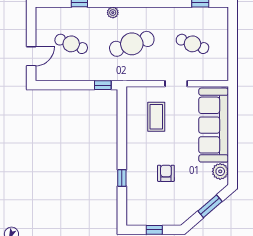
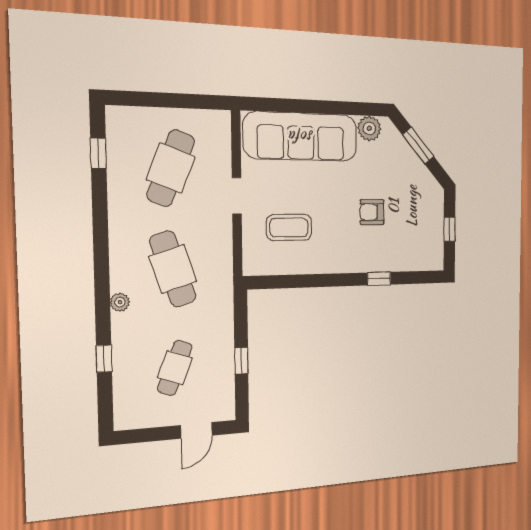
cafe table: (192, 44) -> (171, 168), width x1.37, depth x1.35
door: (31, 56) -> (196, 430), swing flipped
window: (103, 85) -> (241, 361), moved

